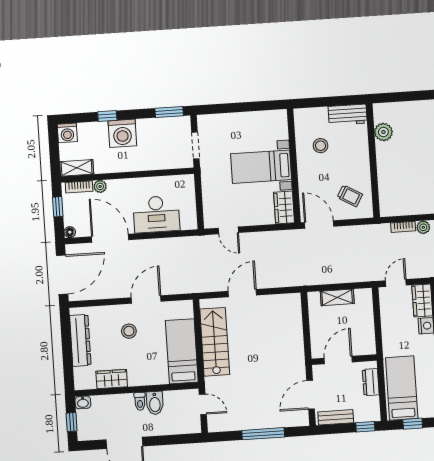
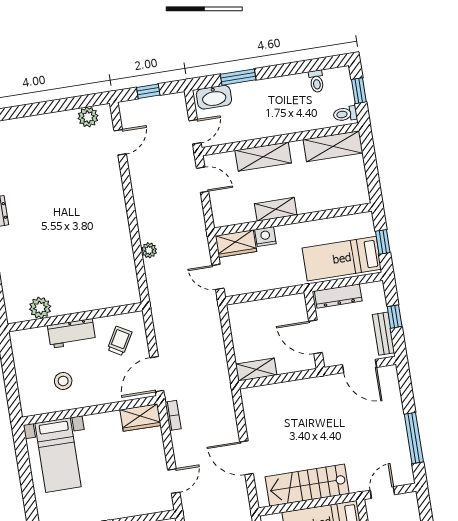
workbench: (348, 115) -> (71, 333), moved, turned 90
bed with nightstands: (261, 167) -> (58, 455), moved
bookcase: (403, 227) -> (173, 415), moved
shelving: (337, 297) -> (256, 370), moved, turned 90
dresser: (371, 382) -> (338, 296), width x1.44
window: (365, 427) -> (395, 317), moved
window: (263, 434) -> (414, 438), moved

